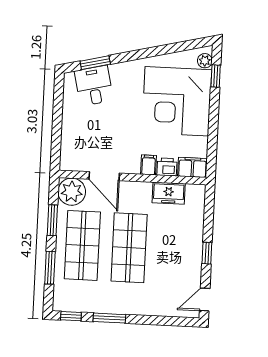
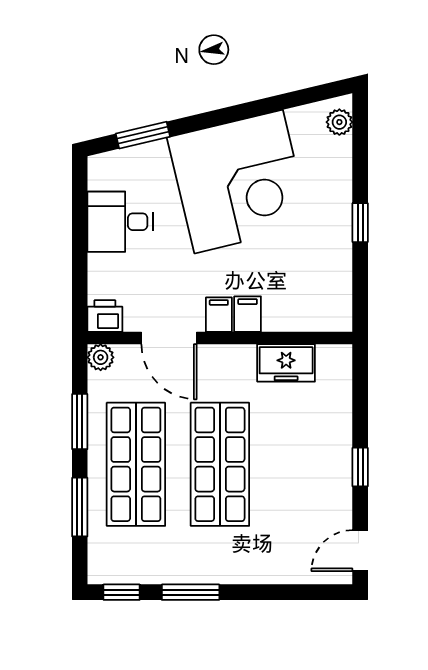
window: (216, 76) -> (360, 223), moved
desk: (94, 86) -> (120, 222), moved, turned -77
corner desk: (177, 101) -> (239, 182), moved, turned -103
printer: (167, 167) -> (105, 316), moved
filing cabinet: (192, 167) -> (219, 315), moved, width x0.50
plant: (72, 192) -> (101, 357), width x0.53, depth x0.53

